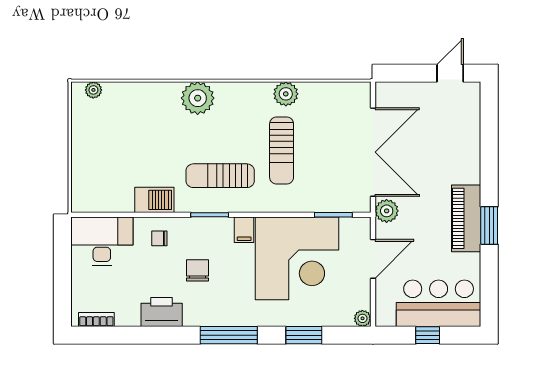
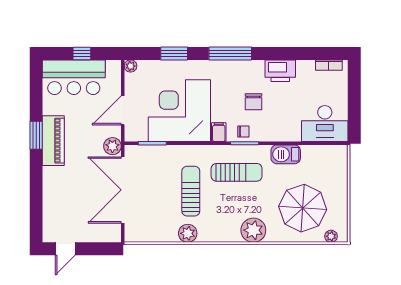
parasol: (131, 128) -> (303, 208), added
chair: (159, 238) -> (243, 131), moved

